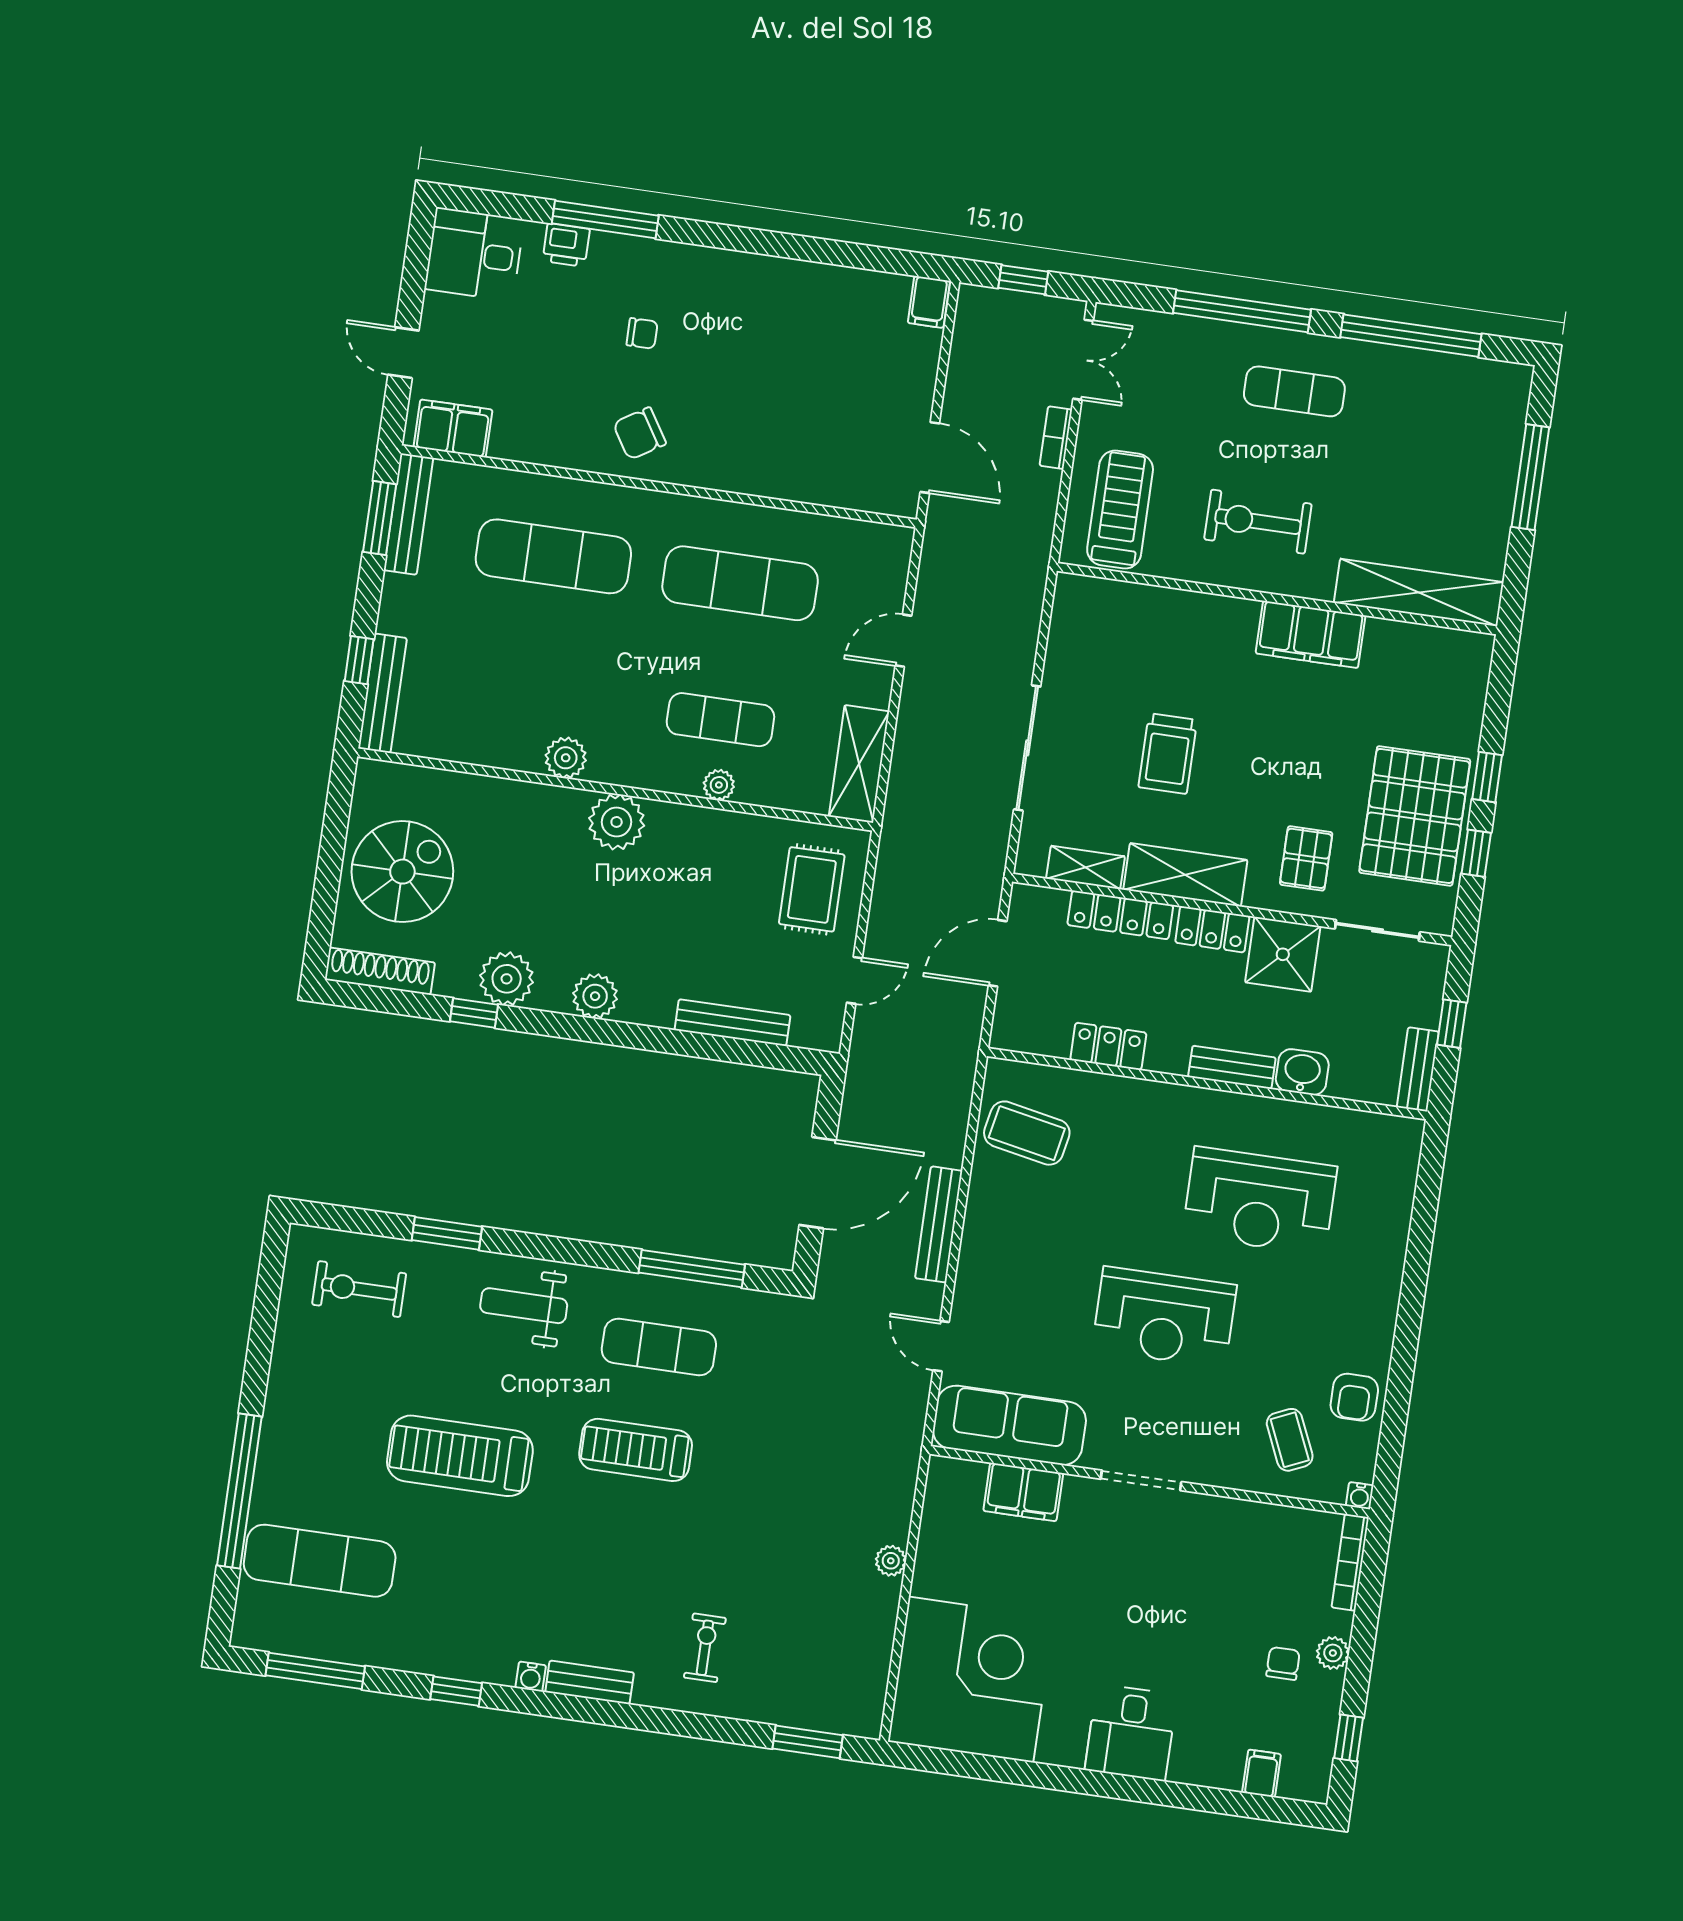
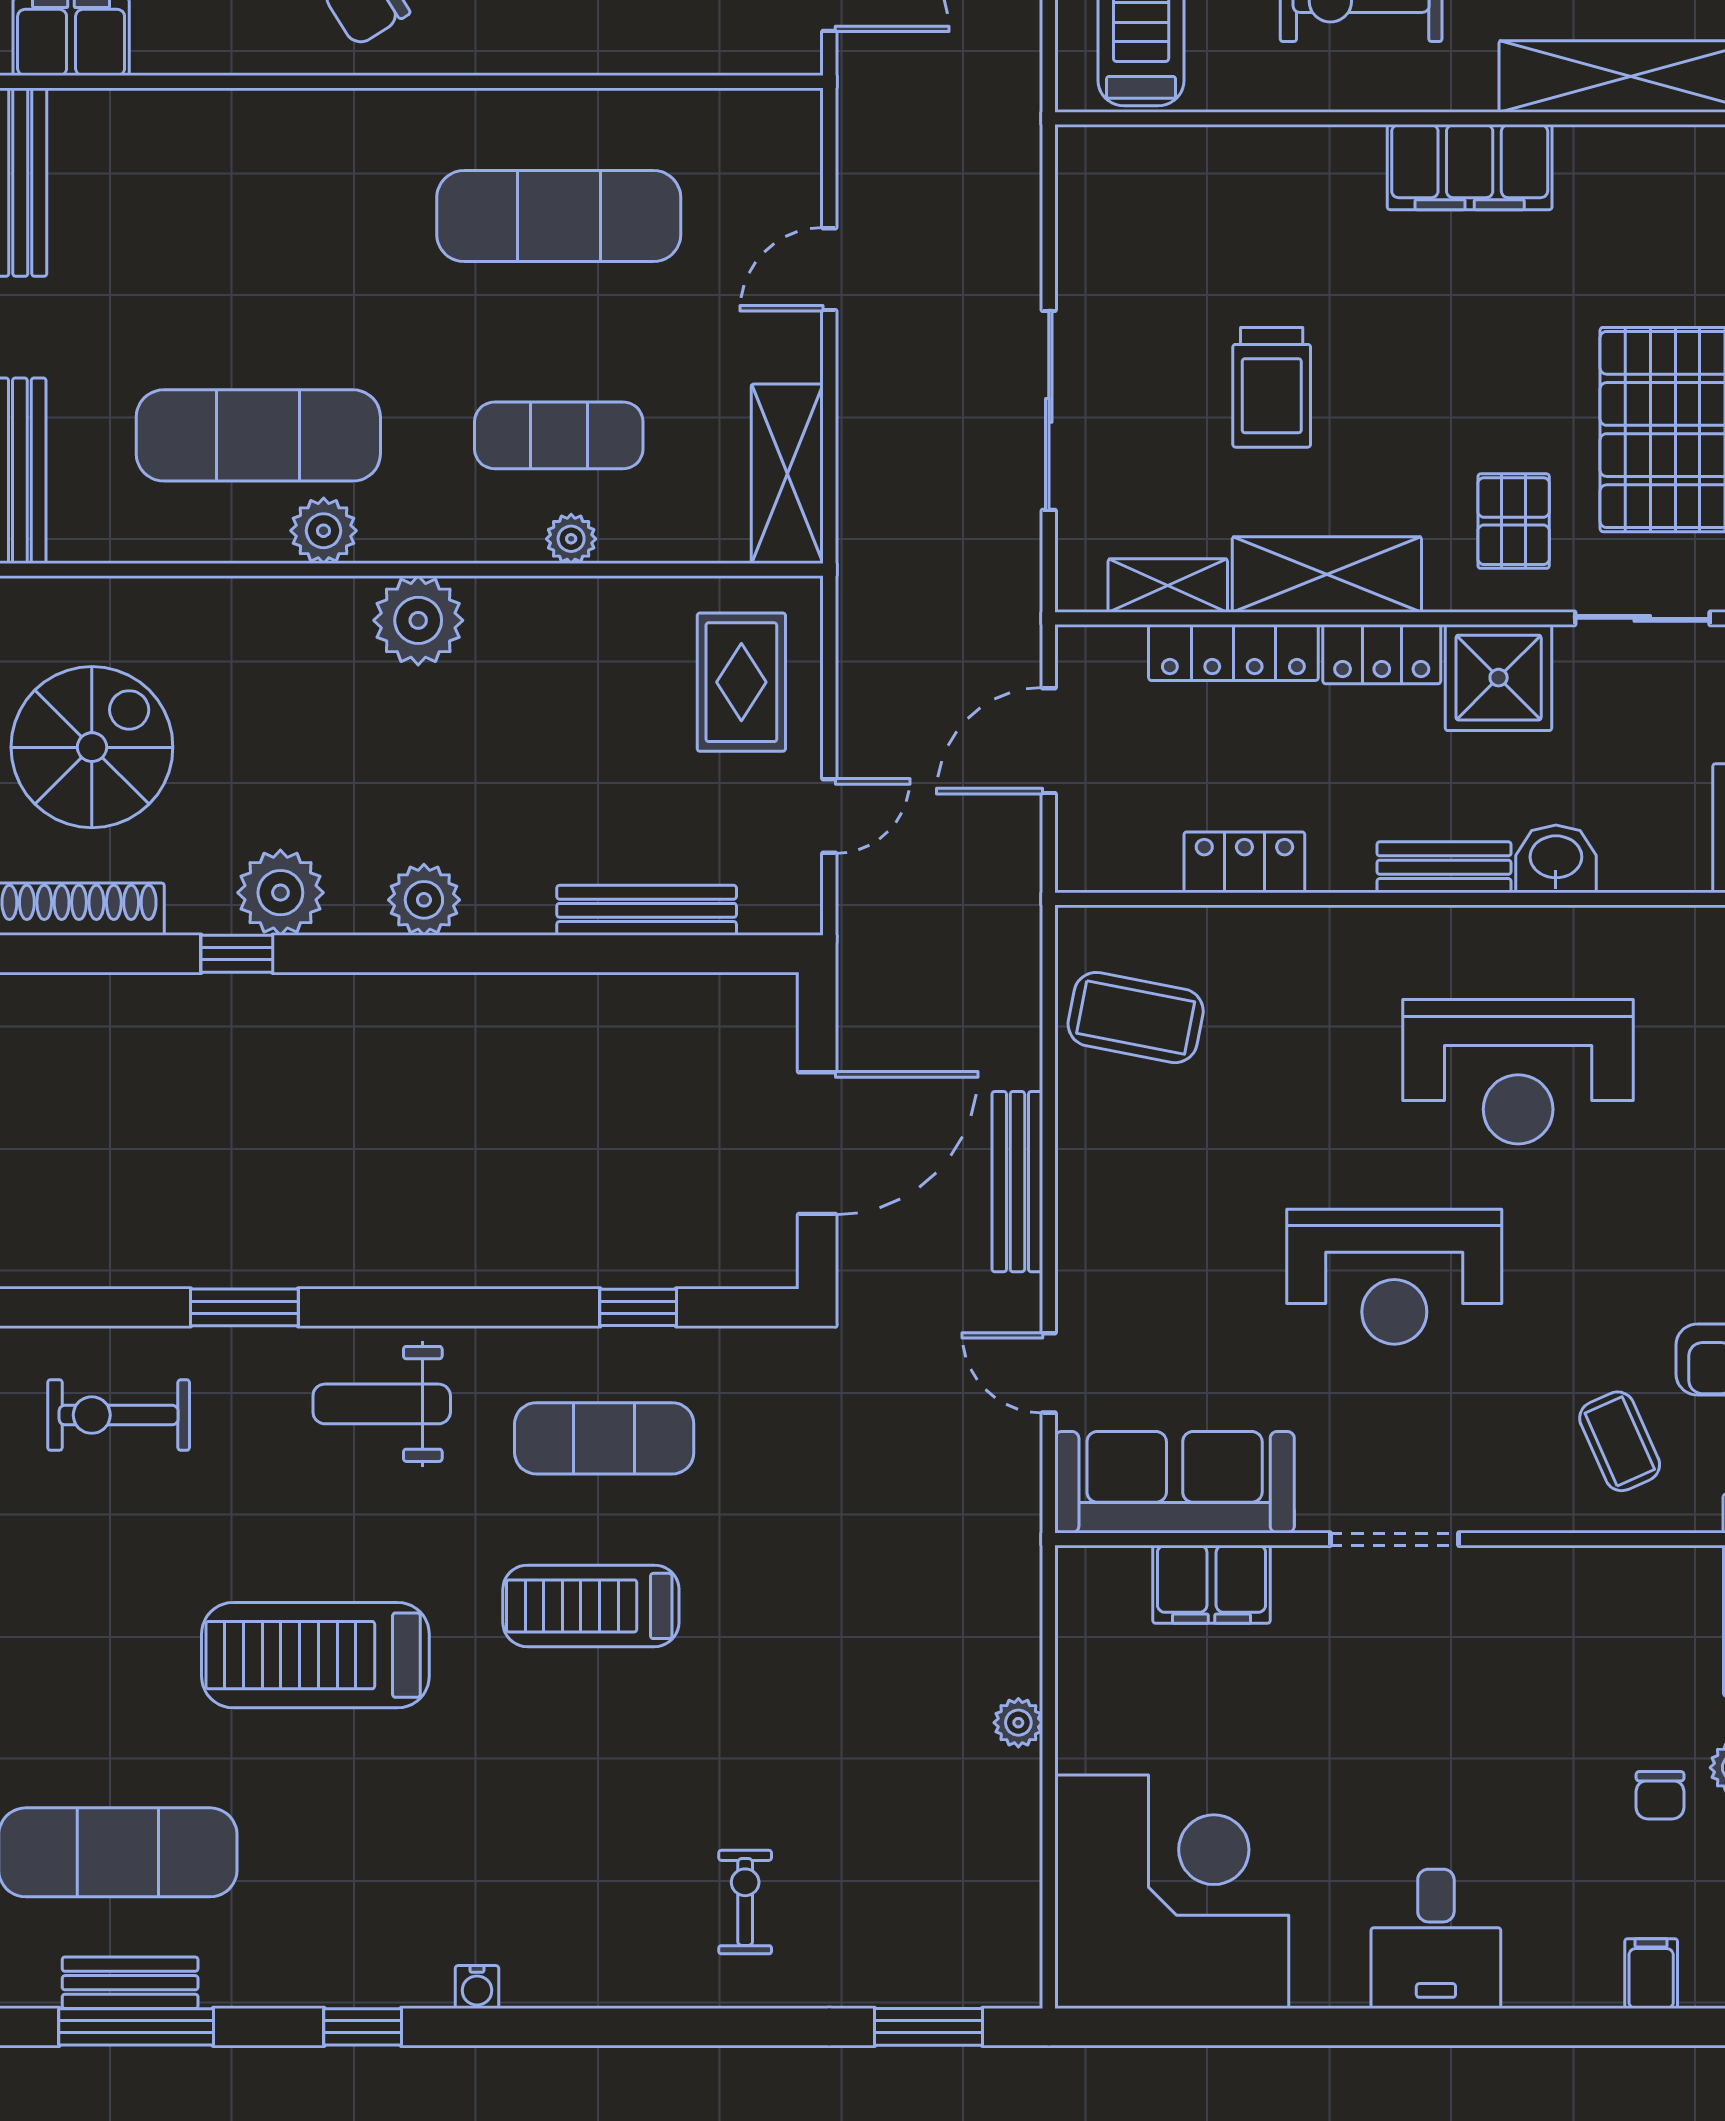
exercise mat: (553, 556) -> (258, 435), moved
window: (692, 1269) -> (638, 1307), width x0.46
chair: (1283, 1663) -> (1660, 1795), turned 180
bench: (590, 1682) -> (130, 1983), moved

